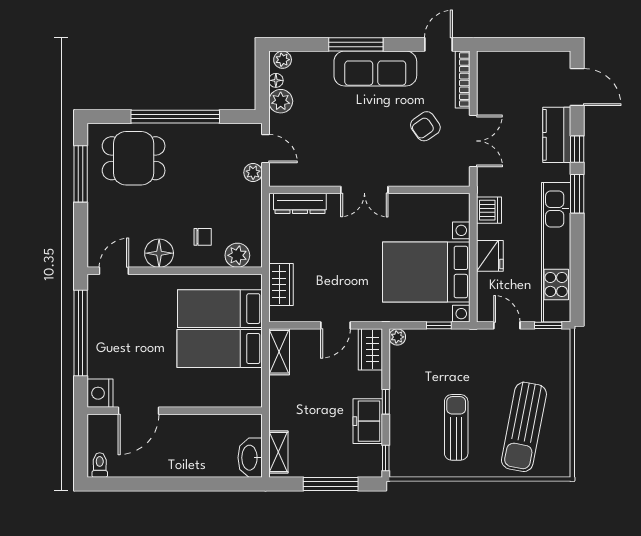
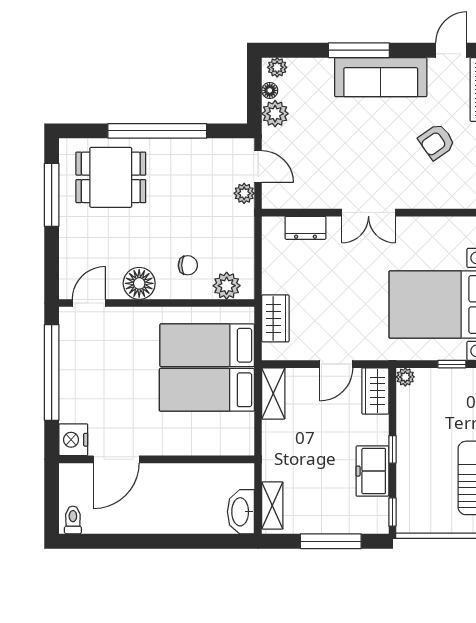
dresser: (300, 203) -> (306, 228), width x0.70

